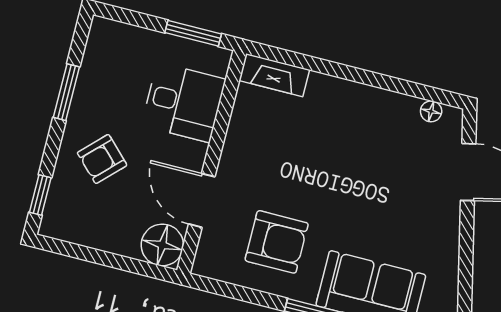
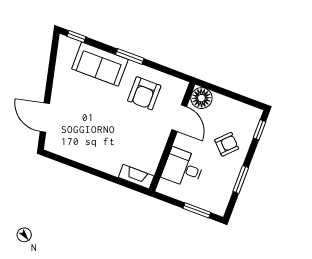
window: (193, 33) -> (197, 210), moved
floor lamp: (431, 111) -> (60, 150), removed
armchair: (277, 242) -> (144, 93), turned -90

